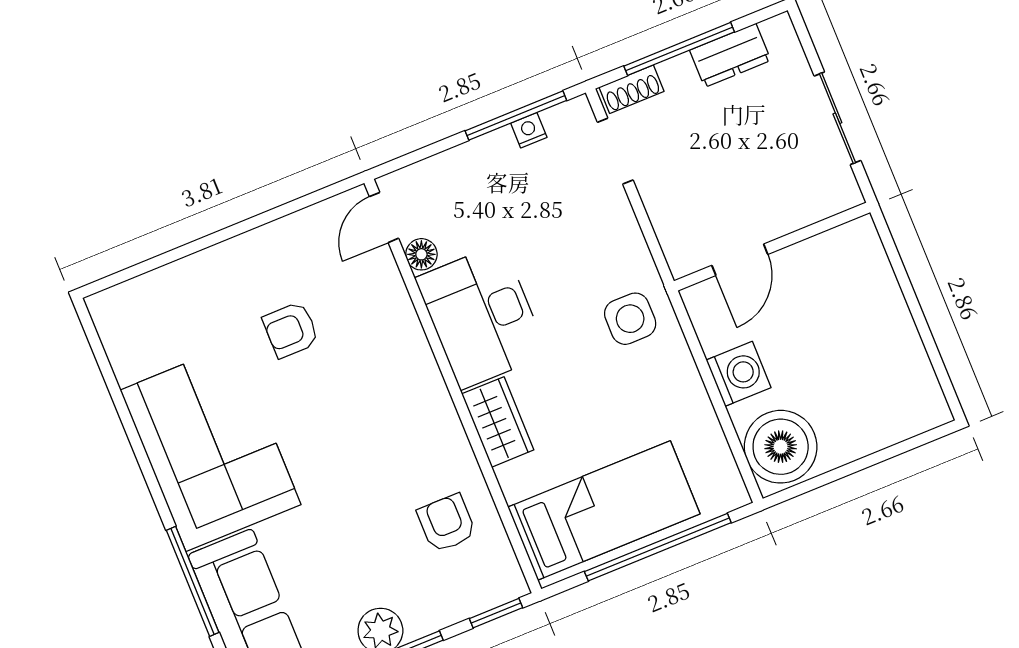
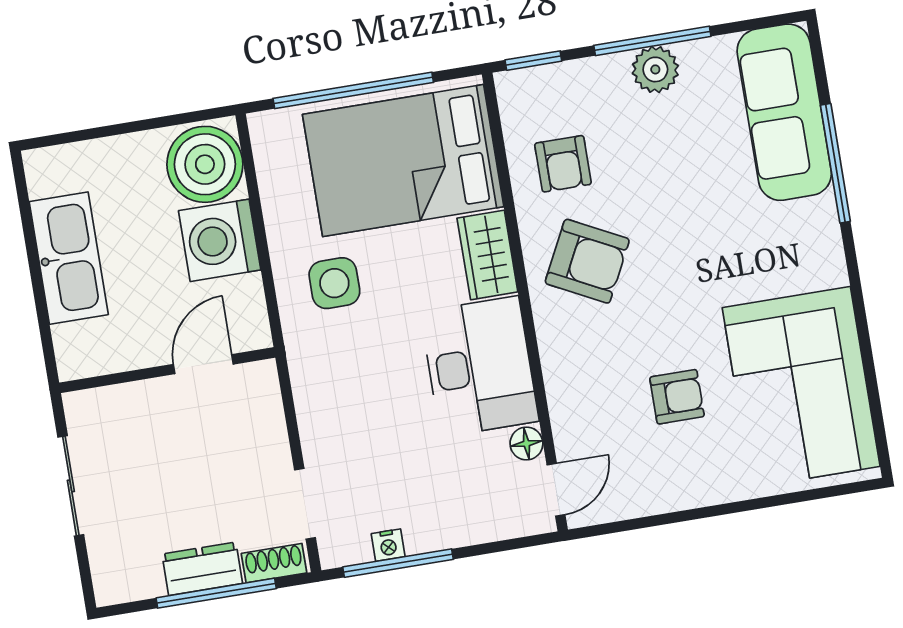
dresser: (730, 55) -> (202, 569), moved
side table: (630, 319) -> (334, 283), moved
kitchen sink: (888, 330) -> (69, 258), added
washing machine: (739, 374) -> (220, 240), width x1.37, depth x1.37
armchair: (403, 437) -> (587, 261), added
corner sofa: (211, 447) -> (801, 387), moved
bed: (604, 510) -> (403, 161), width x1.50

